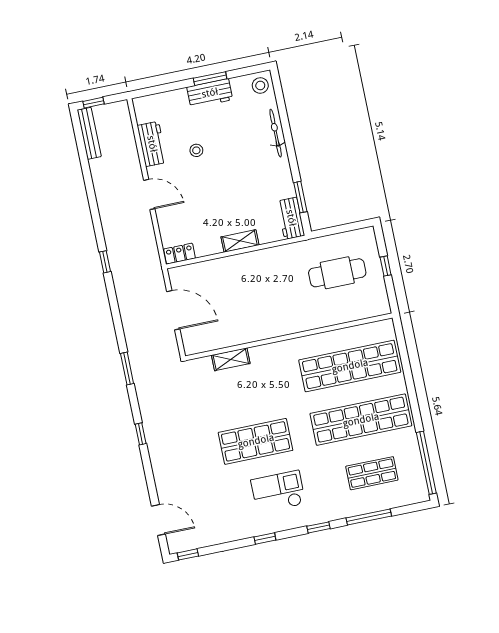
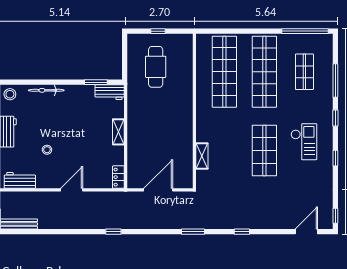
workbench: (152, 144) -> (20, 180), moved
checkout: (278, 492) -> (304, 142), turned 180

